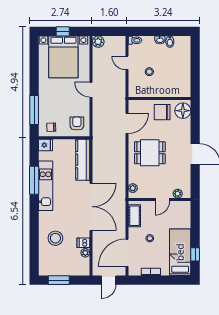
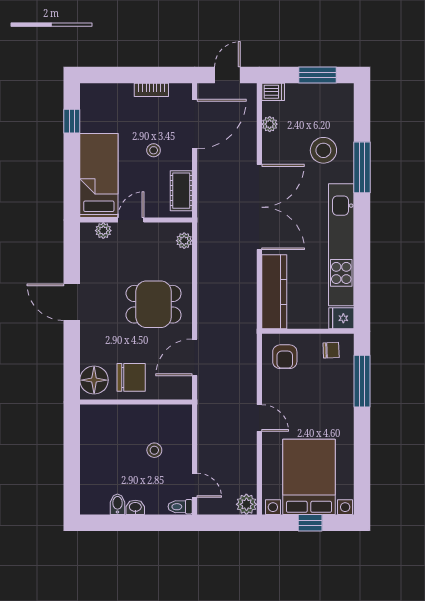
door: (127, 63) -> (195, 485), moved
window: (34, 180) -> (362, 167), moved
kitchen unit: (46, 186) -> (341, 245), width x1.36
double door: (91, 207) -> (259, 207), swing flipped
dishwasher: (83, 243) -> (273, 92), moved
bed: (180, 252) -> (99, 176), moved, turned 180

